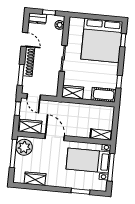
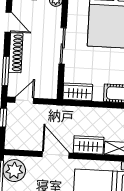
door: (34, 97) -> (24, 100), swing flipped
wardrobe: (31, 126) -> (89, 145), moved

